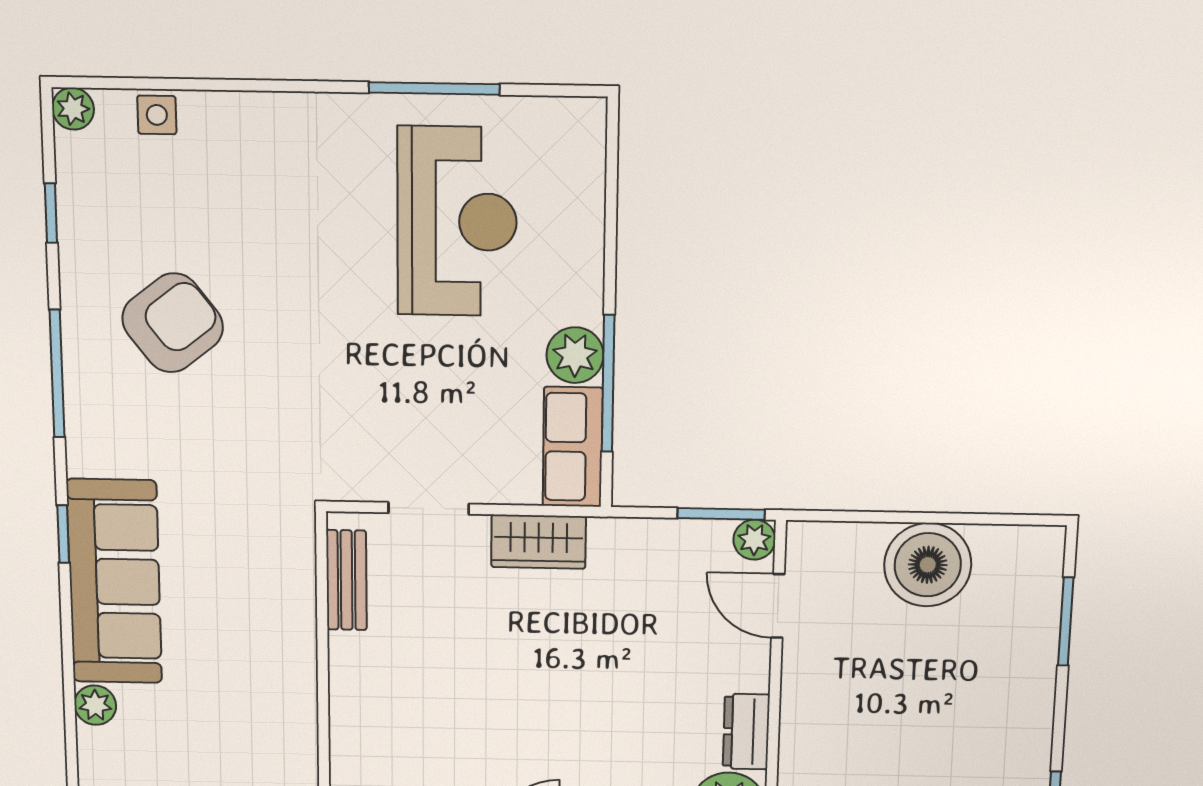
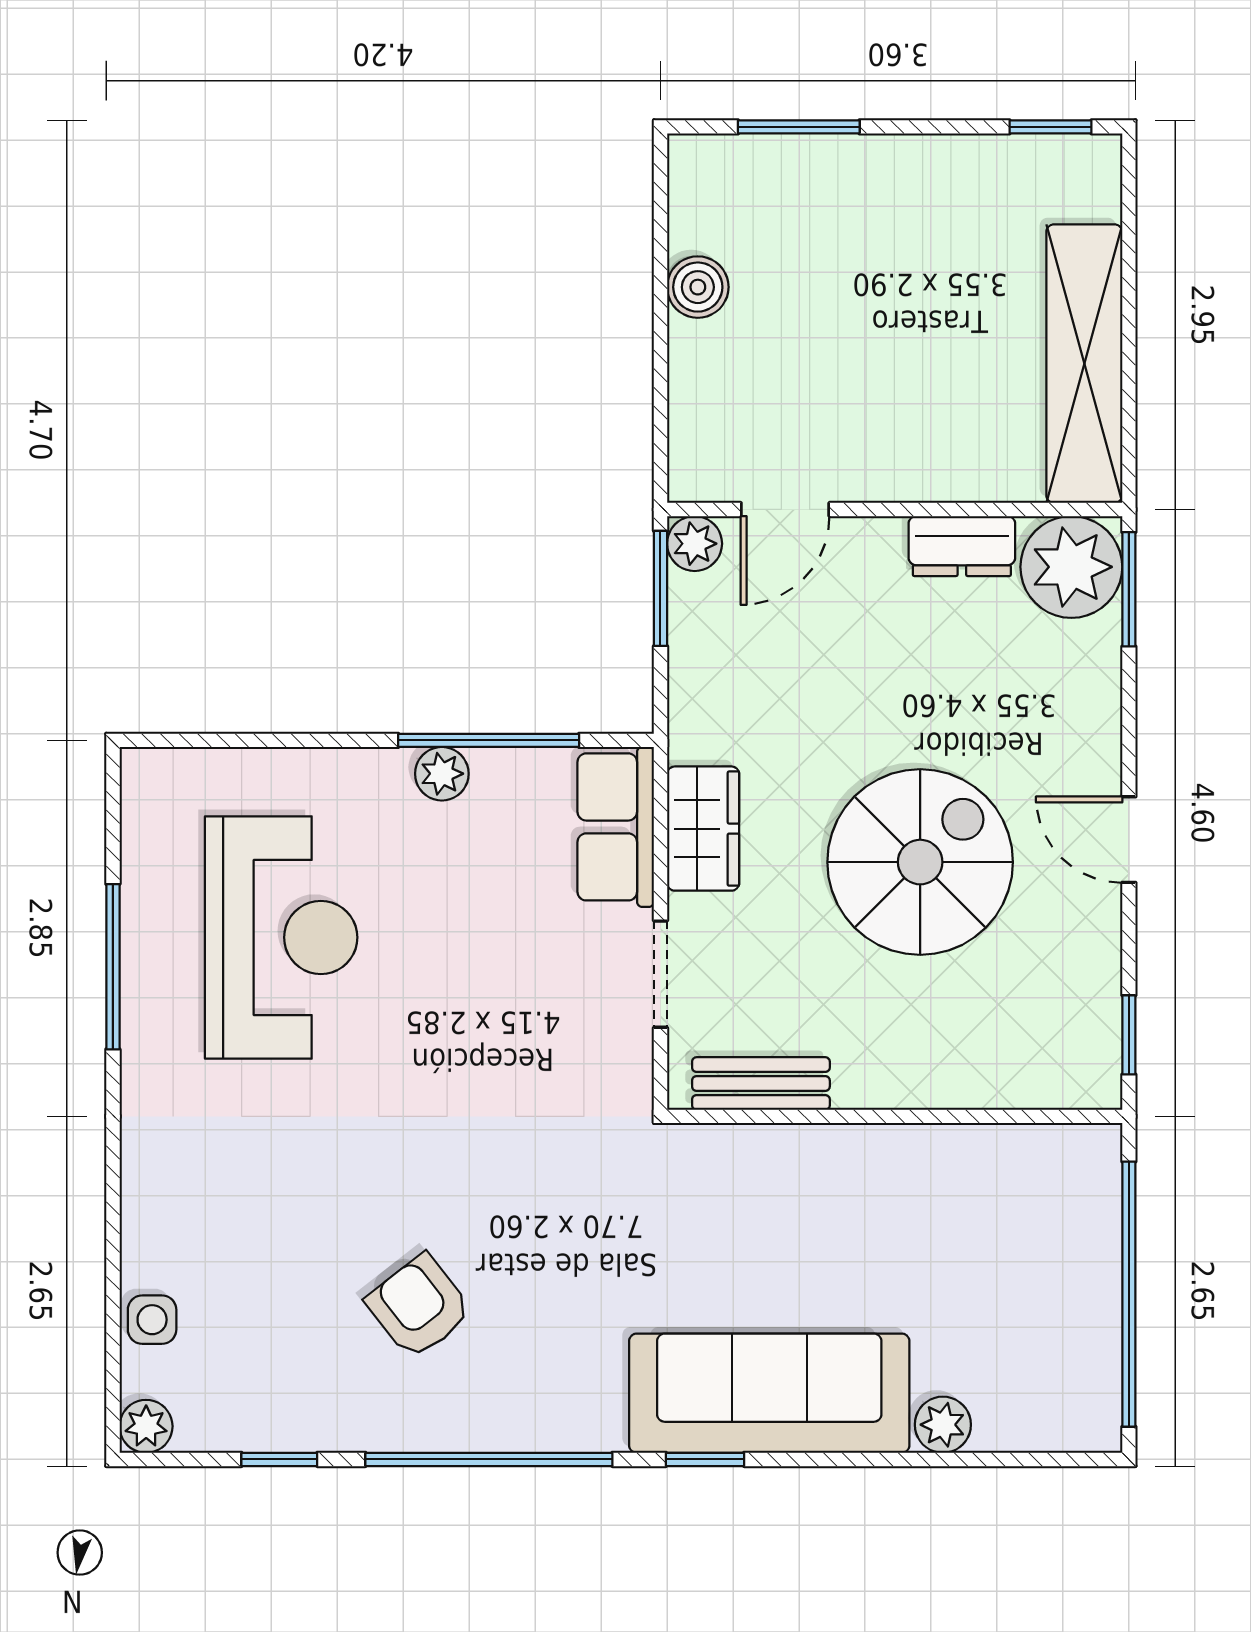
reception desk: (457, 222) -> (281, 937), turned 90
armchair: (173, 323) -> (419, 1307), width x0.72, depth x0.72
plant: (575, 355) -> (442, 774), width x0.73, depth x0.73
window: (57, 374) -> (489, 1459), width x1.46
row of seats: (573, 447) -> (616, 827), moved, turned 90
boiler: (928, 565) -> (698, 287), width x0.54, depth x0.54
spiral stairs: (512, 697) -> (920, 862), added

